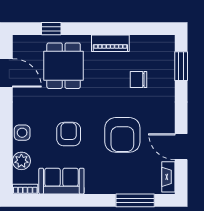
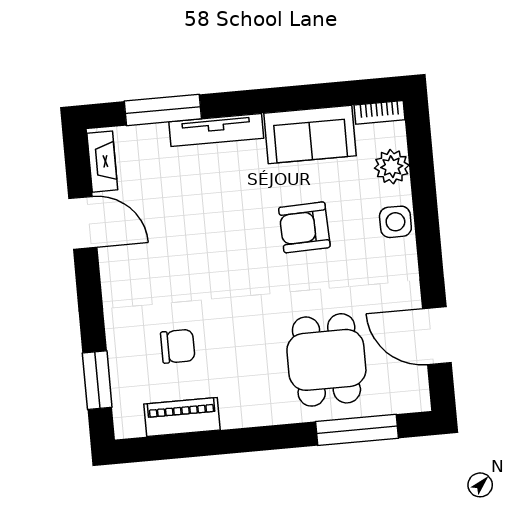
window: (51, 29) -> (357, 430), width x2.17
piano: (110, 43) -> (182, 417), moved
armchair: (69, 134) -> (304, 227), turned 88
armchair: (122, 135) -> (199, 235), removed
tv unit: (109, 188) -> (216, 130), added

